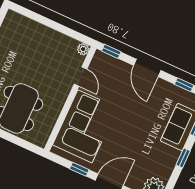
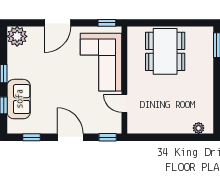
plant: (83, 49) -> (199, 128), moved
window: (79, 169) -> (107, 23), moved

